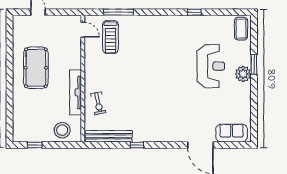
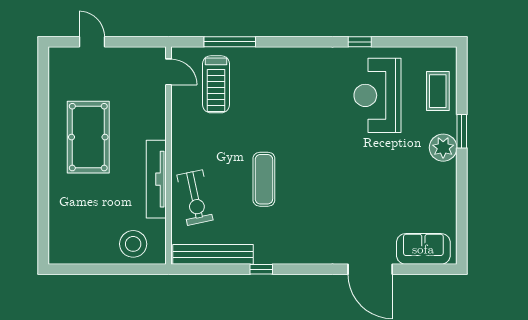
coffee table: (241, 29) -> (438, 91), moved
reception desk: (211, 66) -> (377, 95), moved, turned 180
exercise mat: (138, 92) -> (264, 179), added
exercise bike: (98, 103) -> (195, 198), width x1.38, depth x1.39
window: (35, 145) -> (86, 269), removed

